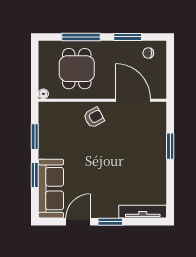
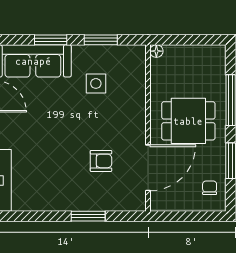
dining table: (77, 69) -> (188, 121), moved
armchair: (94, 118) -> (101, 161), moved, turned -62
side table: (68, 140) -> (96, 83), added

